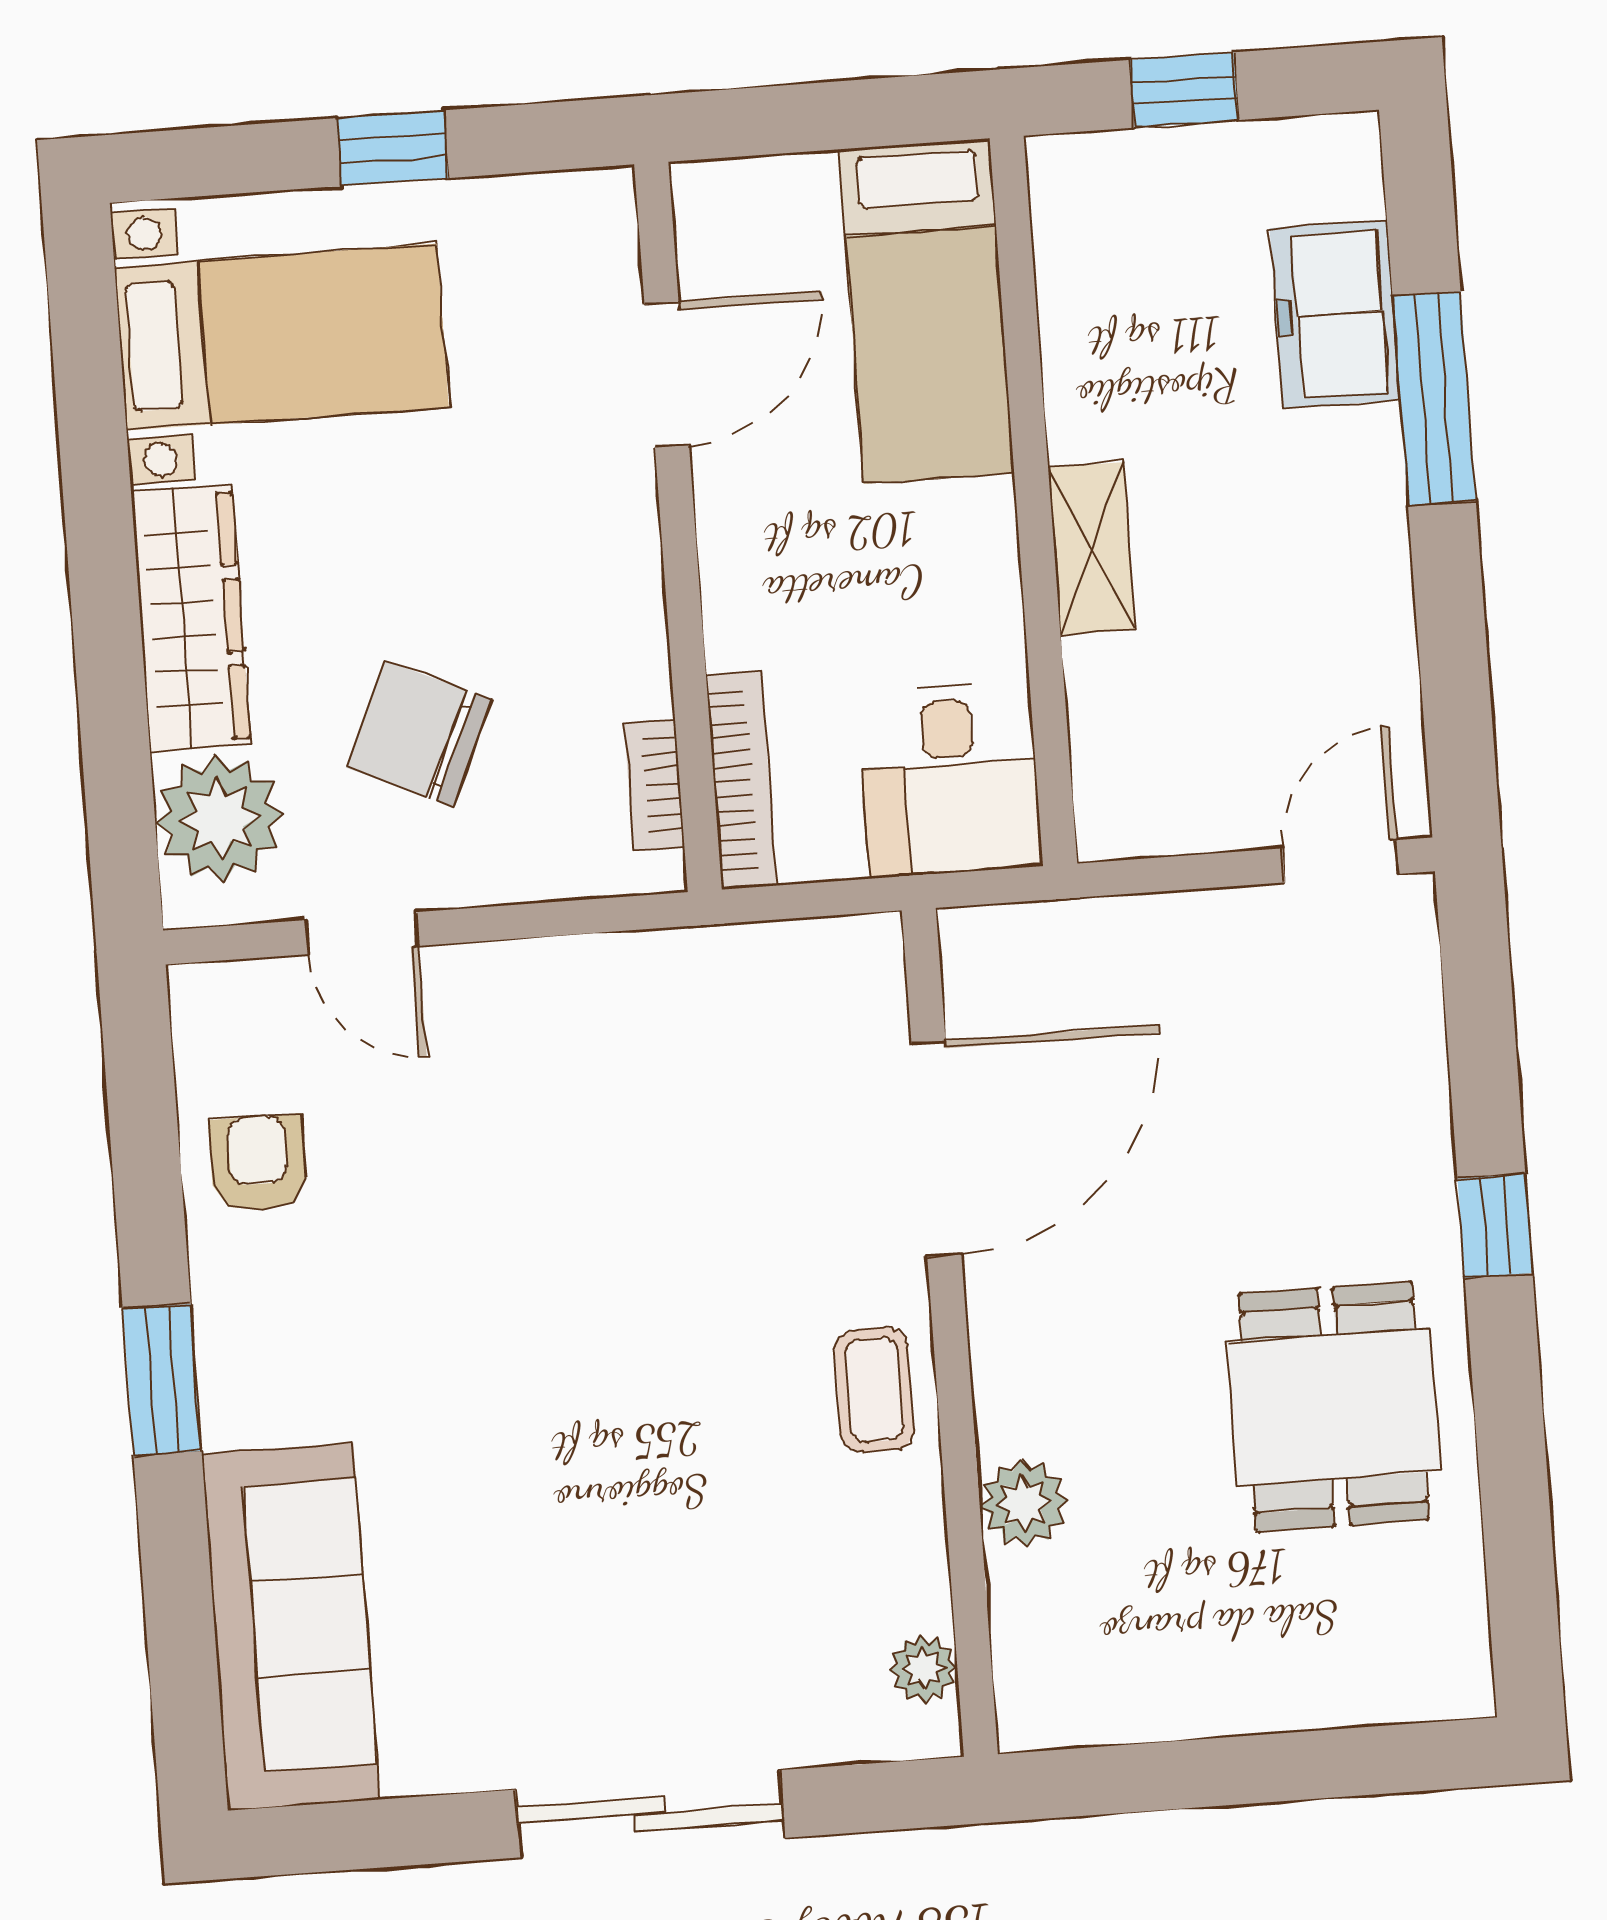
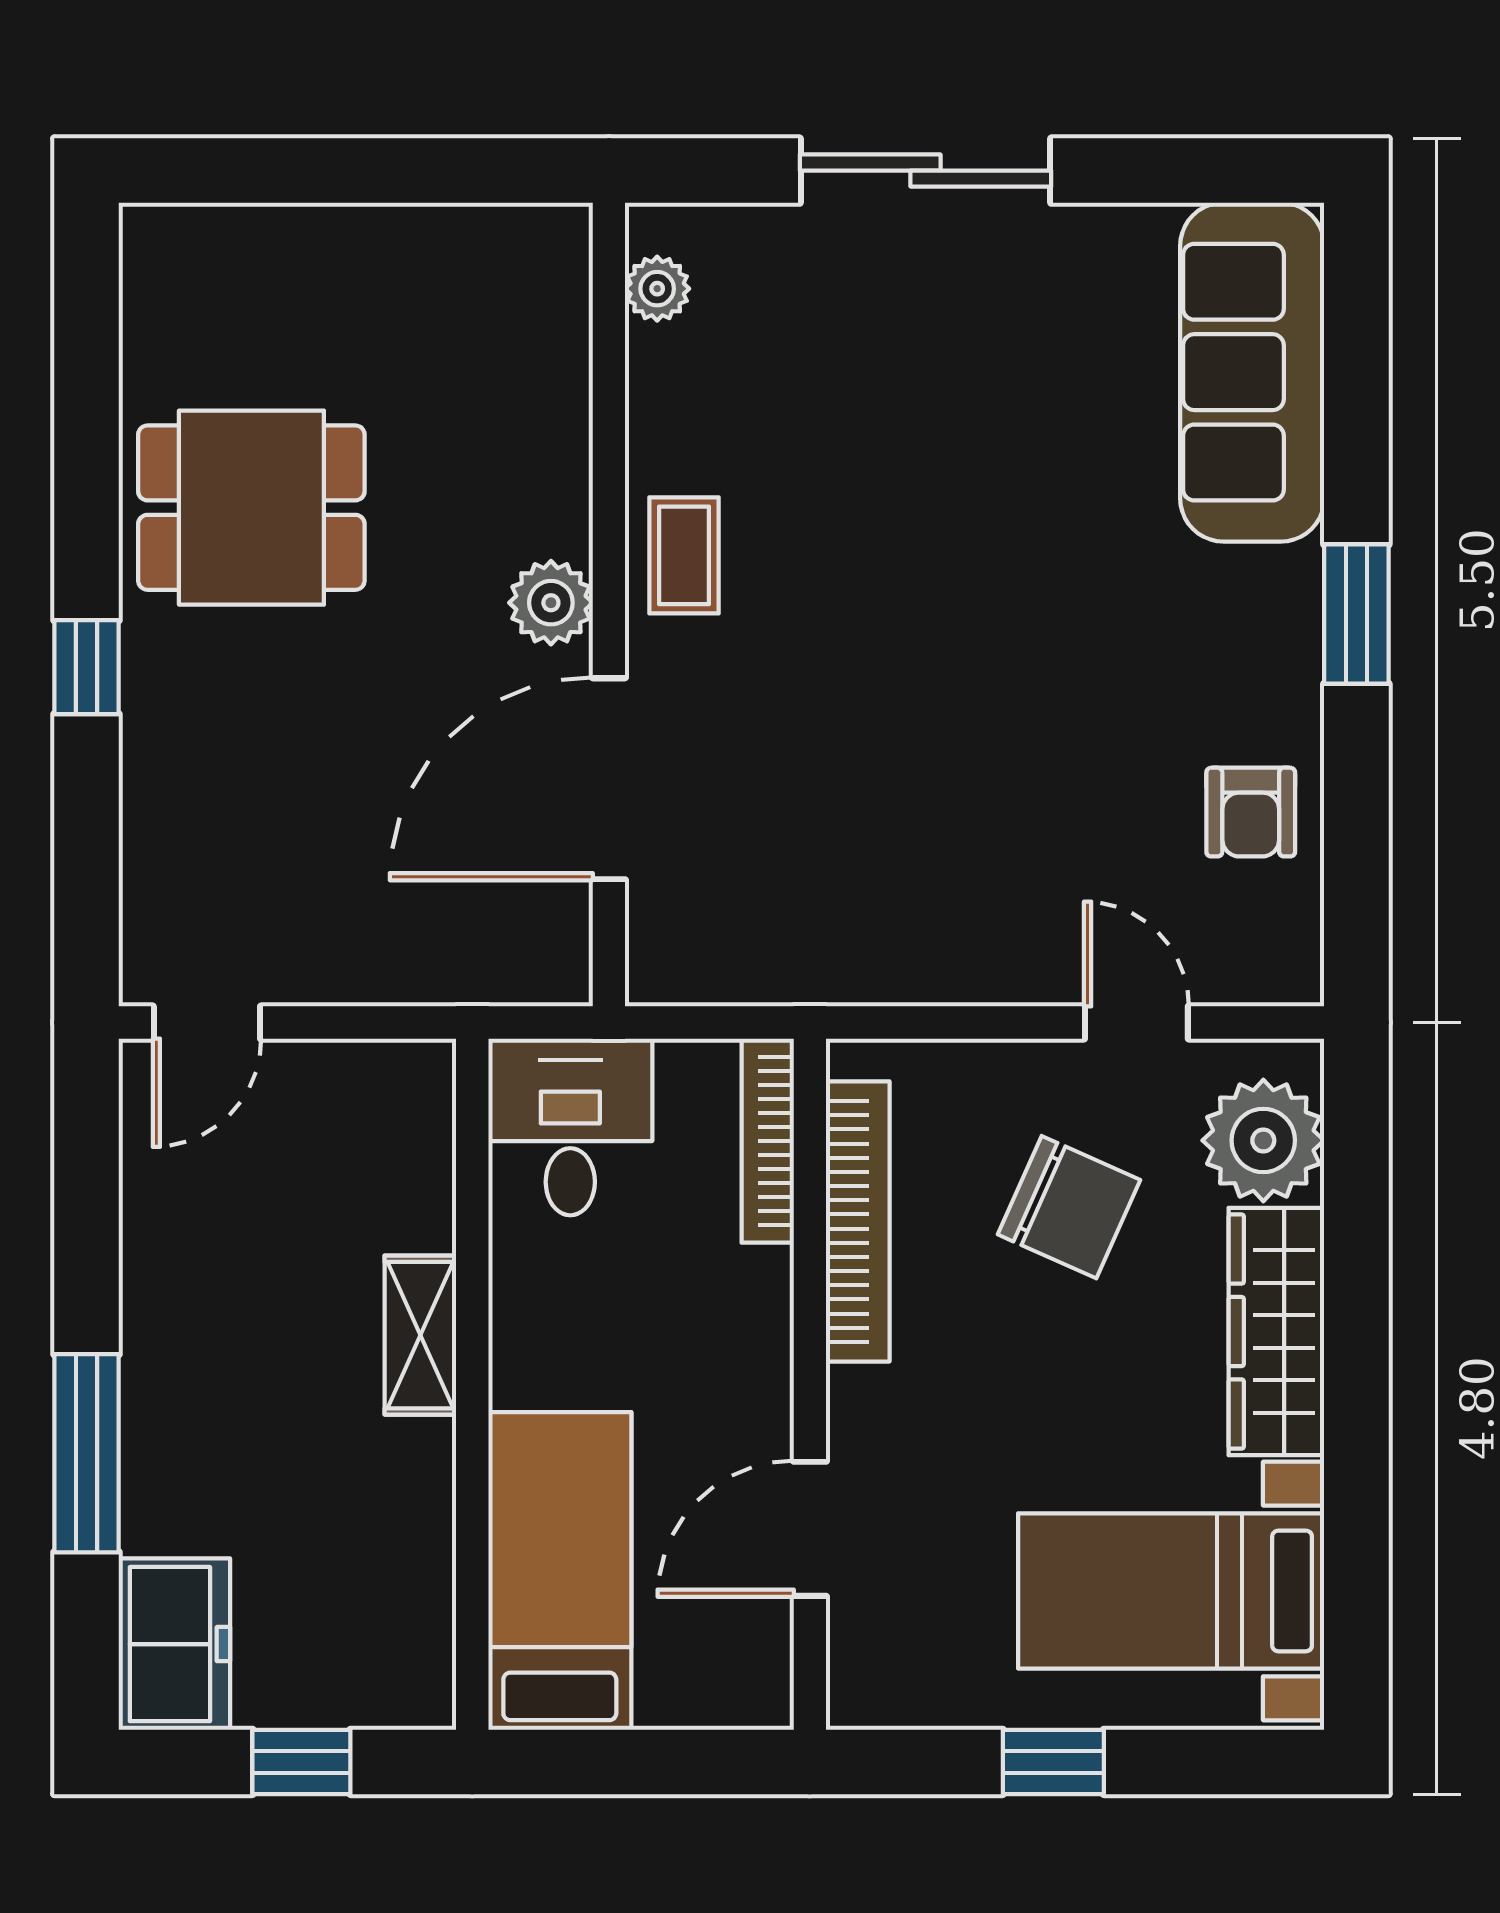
freezer: (1335, 314) -> (174, 1644), moved
bookcase: (654, 785) -> (858, 1221), width x2.31, depth x1.31
dining table: (1334, 1407) -> (251, 508), turned 90
plant: (1024, 1503) -> (551, 603), moved

